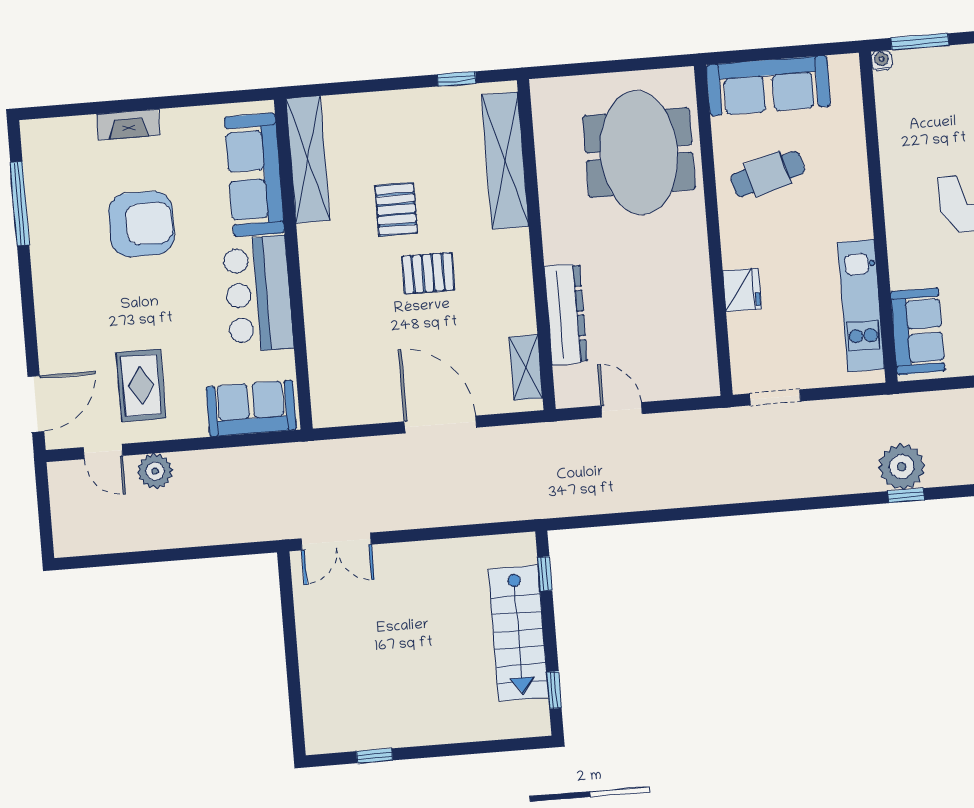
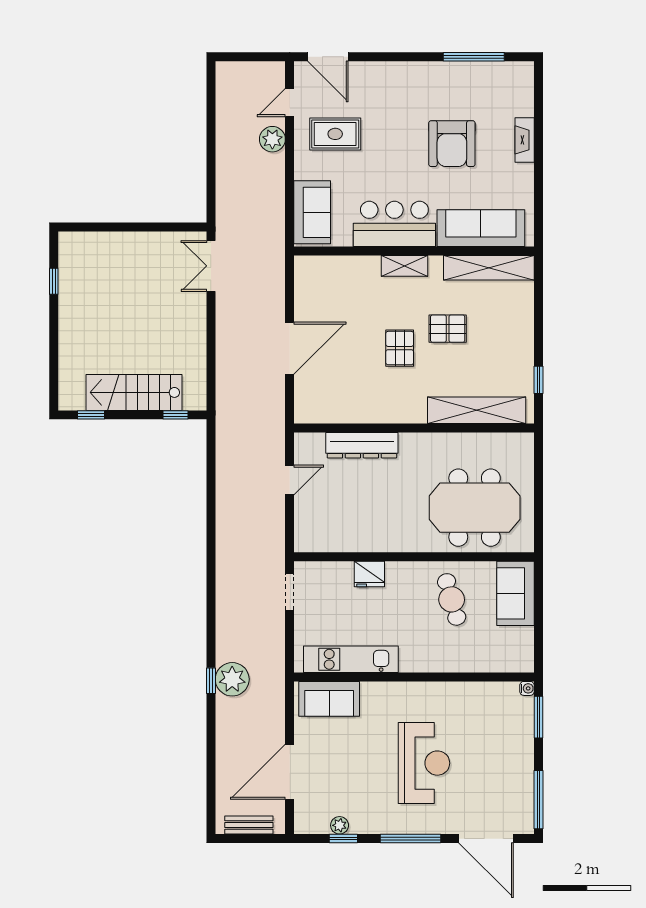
sofa: (768, 86) -> (515, 593), width x0.73
shelving: (526, 367) -> (404, 266), moved

